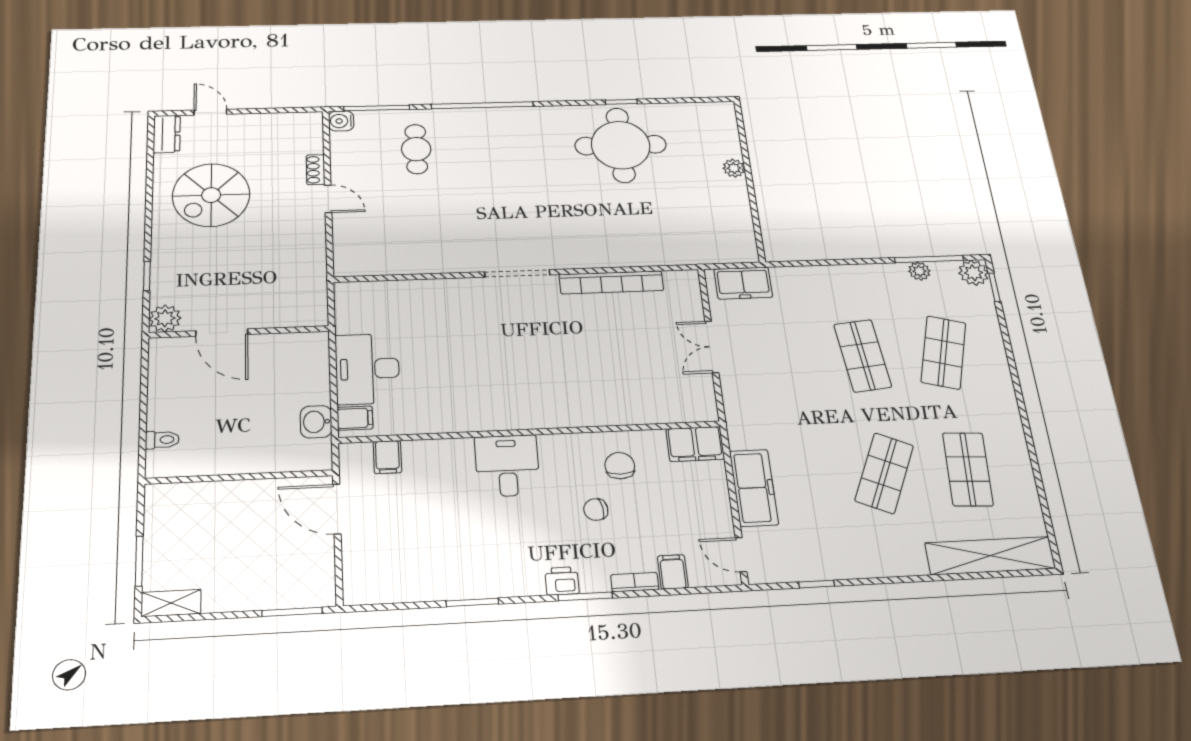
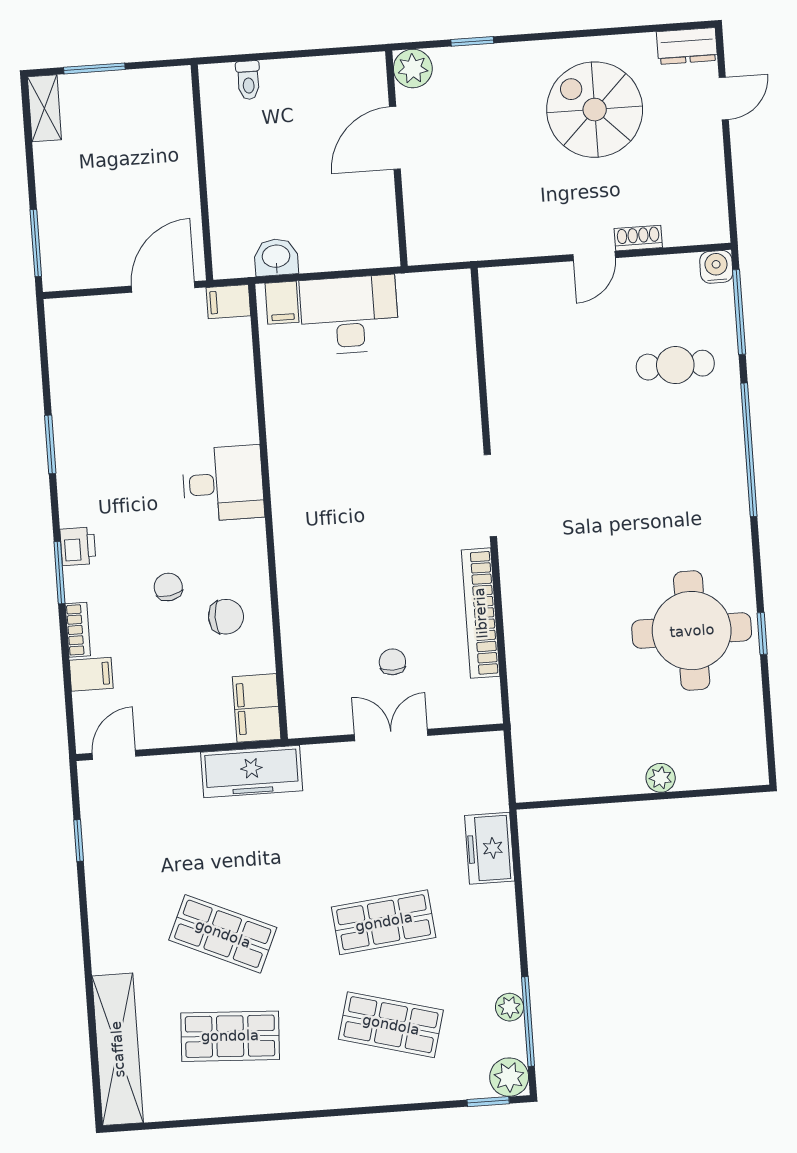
freezer: (743, 283) -> (490, 848), moved
chair: (653, 344) -> (392, 662), added
filing cabinet: (387, 457) -> (228, 302), moved
freezer: (754, 488) -> (252, 771), moved

